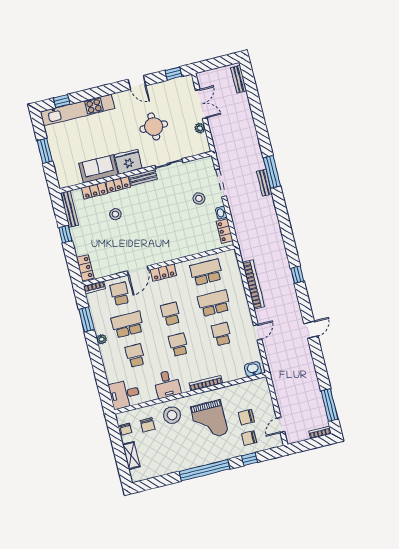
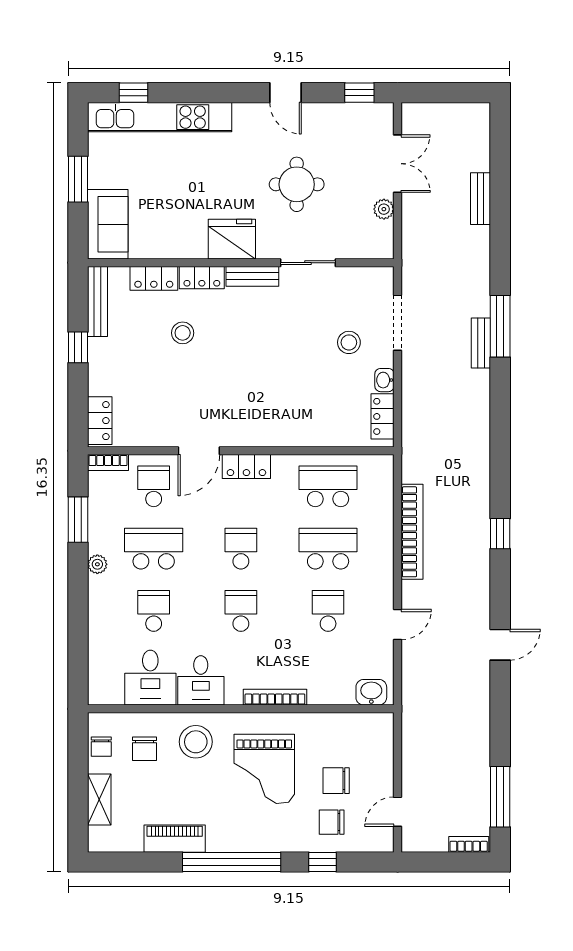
bench: (239, 79) -> (481, 199), moved
sofa: (98, 169) -> (108, 224), moved, turned 90
desk: (124, 394) -> (150, 678), moved, turned -90
piano: (173, 466) -> (175, 839), added

